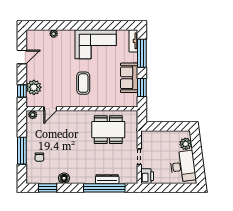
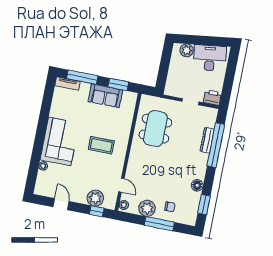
corner sofa: (96, 44) -> (60, 142), moved
plant: (34, 137) -> (147, 208), added

